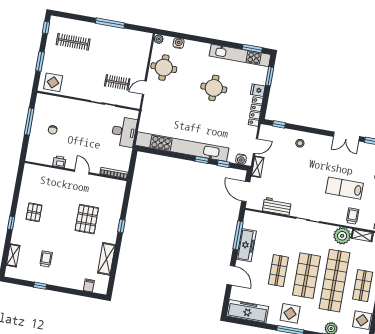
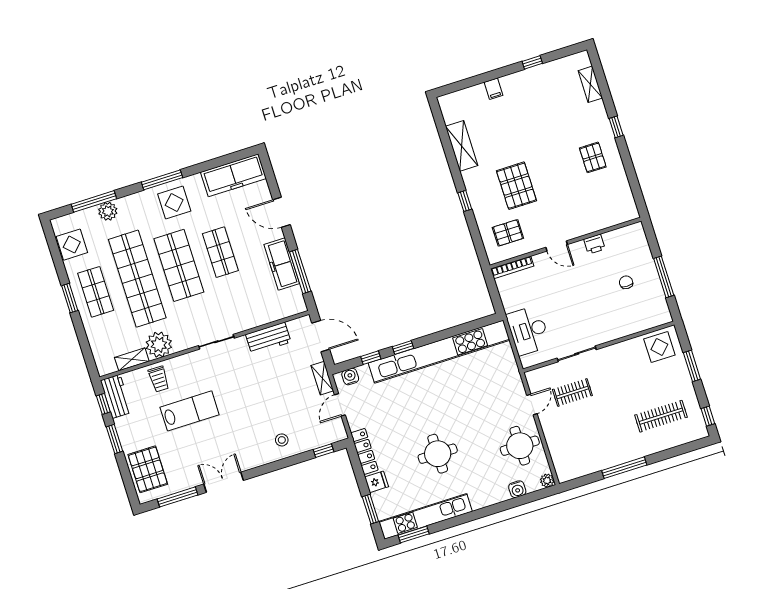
pallet: (106, 194) -> (508, 233), added
trolley: (46, 259) -> (543, 103), removed
filing cabinet: (89, 285) -> (494, 89), moved

